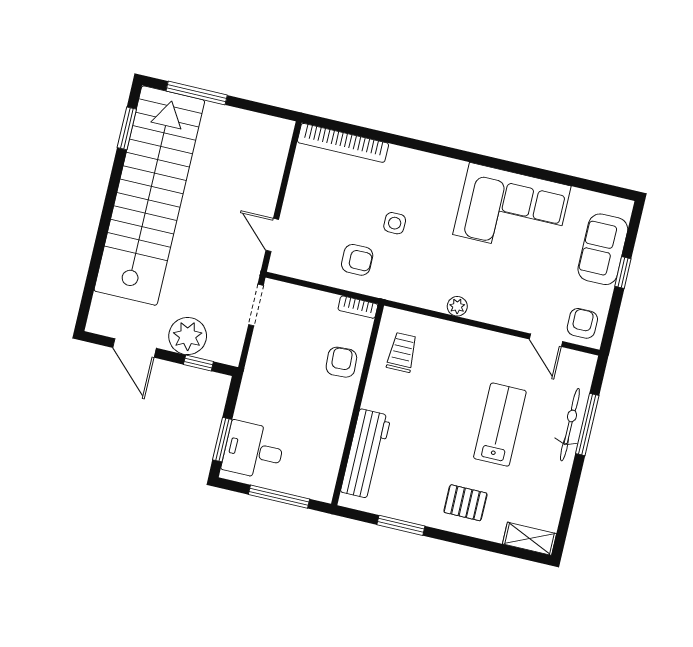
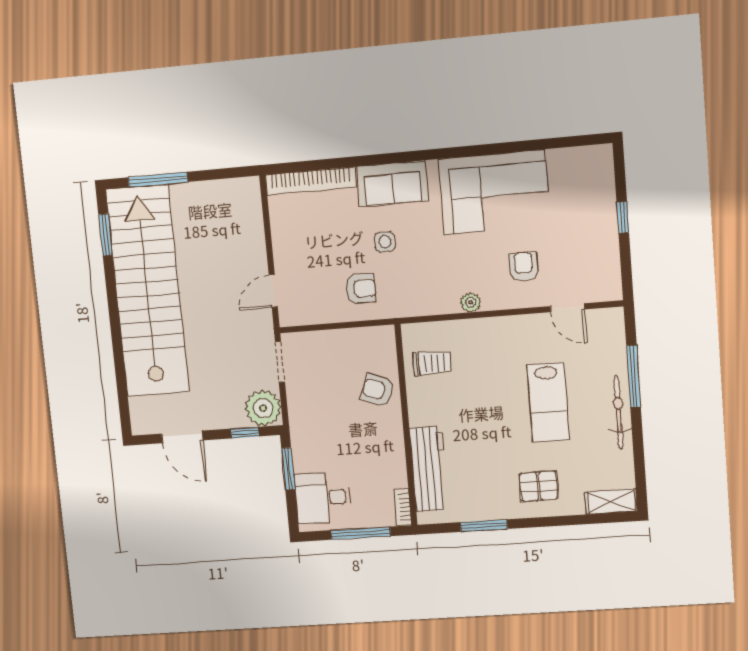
door: (272, 235) -> (273, 291), hinge flipped
sofa: (603, 249) -> (392, 183), moved, turned -90
bookcase: (358, 307) -> (403, 507), moved, turned 90
armchair: (582, 323) -> (523, 267), moved
plant: (188, 336) -> (263, 408), moved
trolley: (402, 352) -> (432, 363), turned 90
armchair: (341, 362) -> (378, 390), turned -66
lab bench: (500, 425) -> (548, 402), turned 180
bicycle: (570, 425) -> (619, 412), moved
window: (222, 440) -> (288, 469), moved

